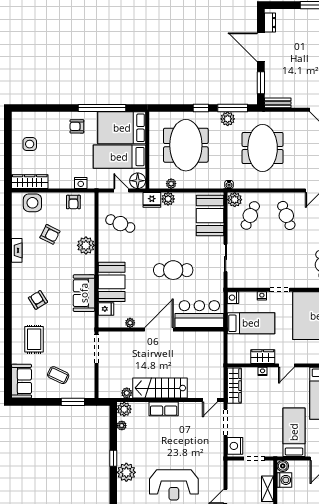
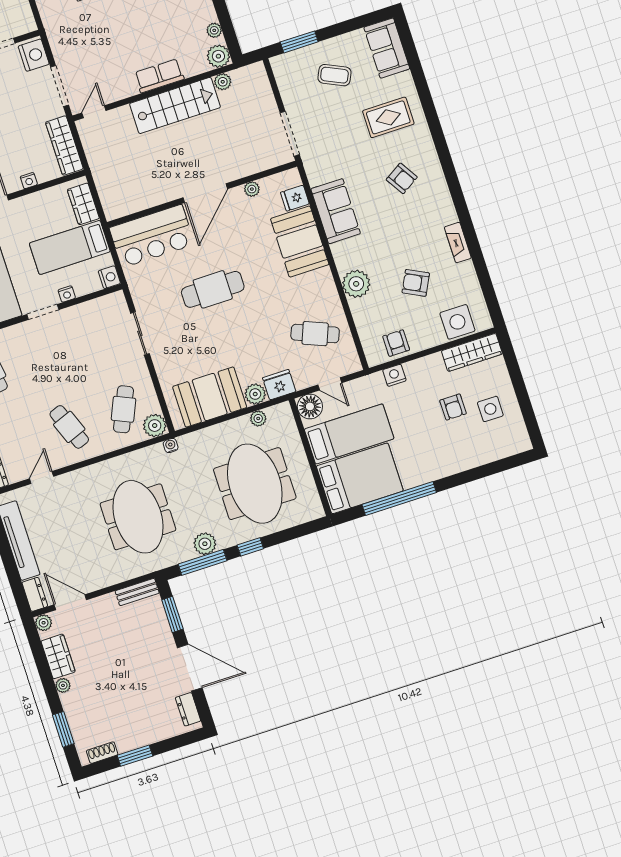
armchair: (77, 126) -> (453, 407), moved, turned 90
booth: (210, 216) -> (210, 397), moved, turned 90
rug: (34, 339) -> (388, 117), turned 90
wardrobe: (263, 357) -> (83, 204), moved, turned 90

